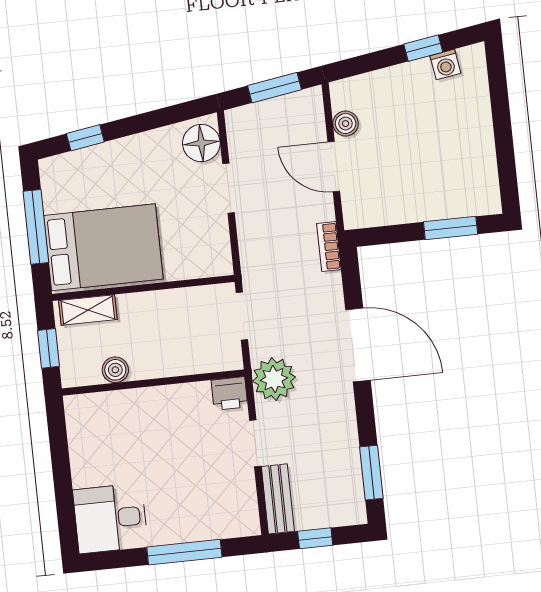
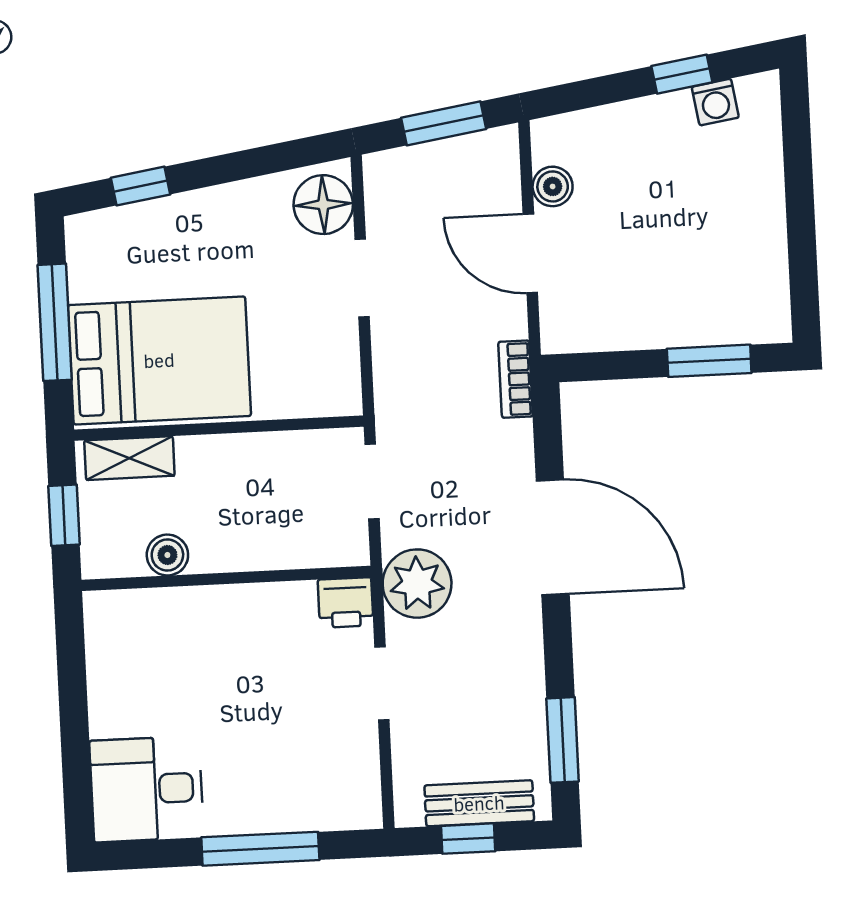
bench: (278, 499) -> (479, 803), moved, turned 90

